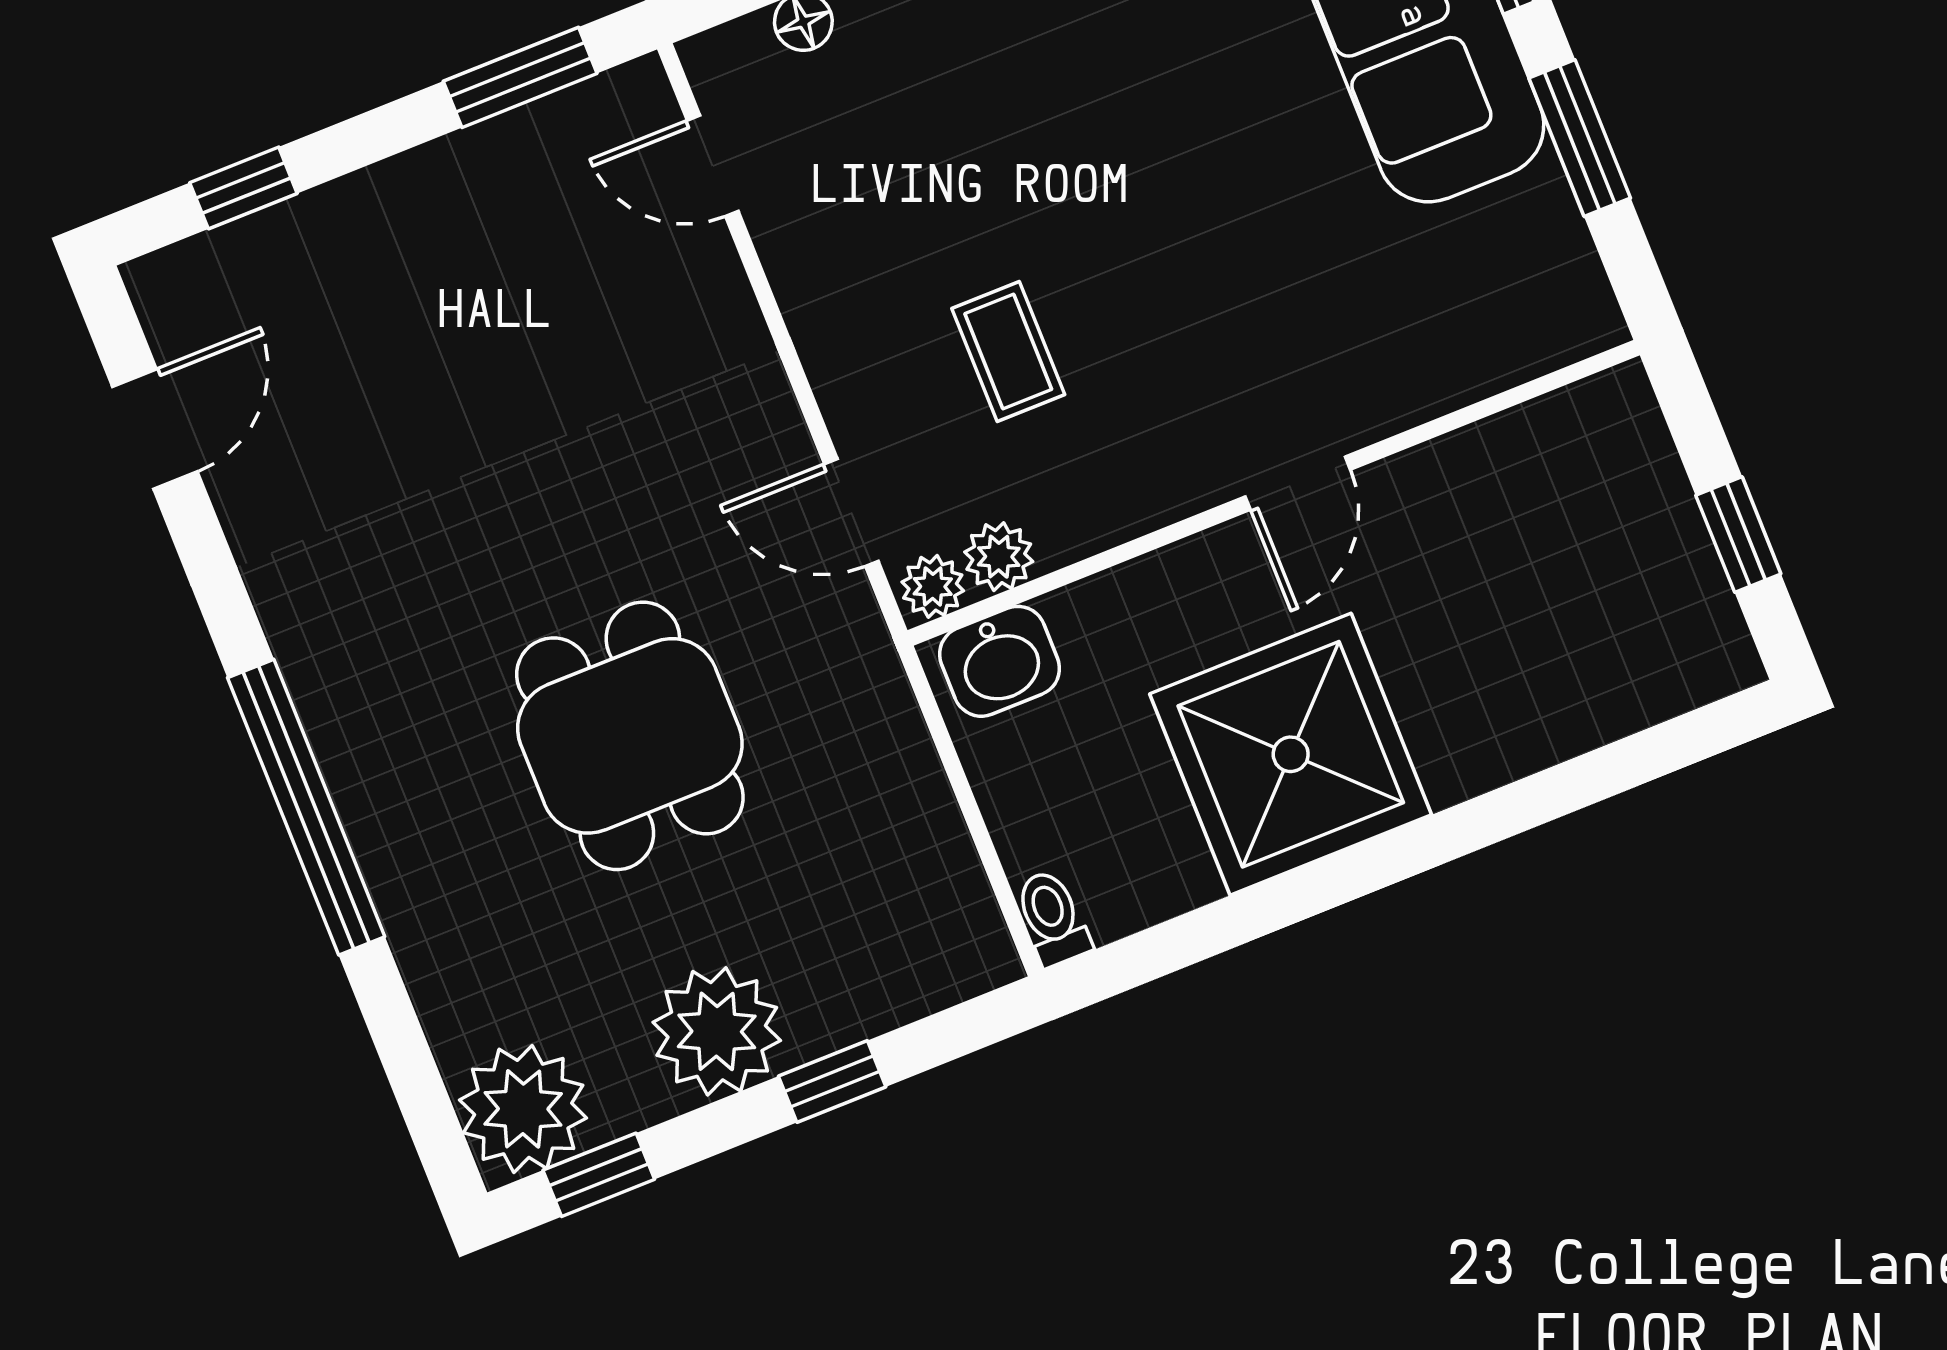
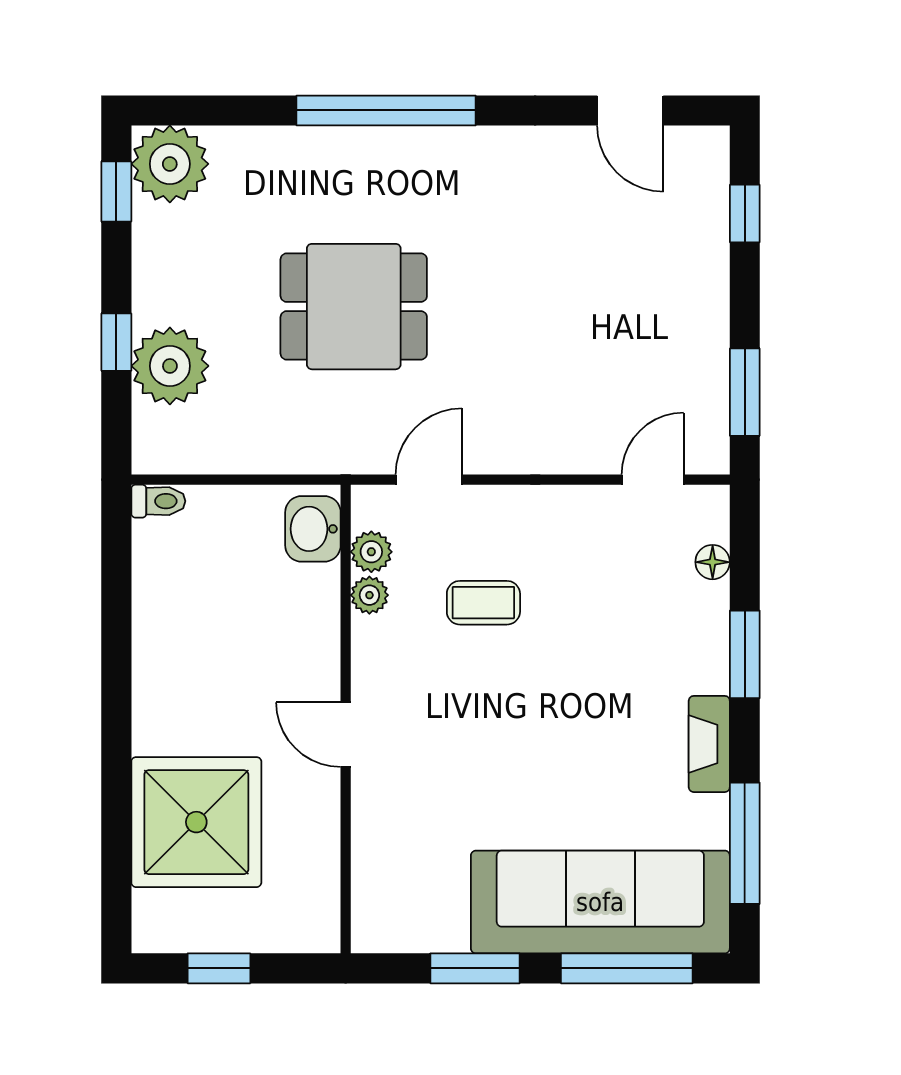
plant: (933, 586) -> (369, 595), moved
shower: (1291, 754) -> (196, 822), moved
plant: (717, 1031) -> (170, 366), moved

